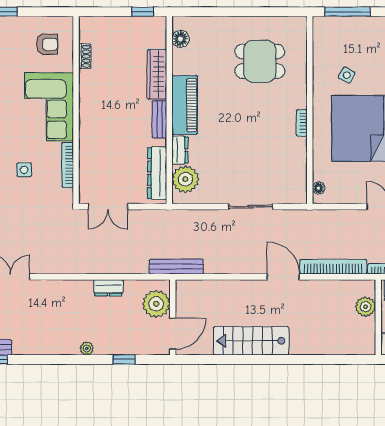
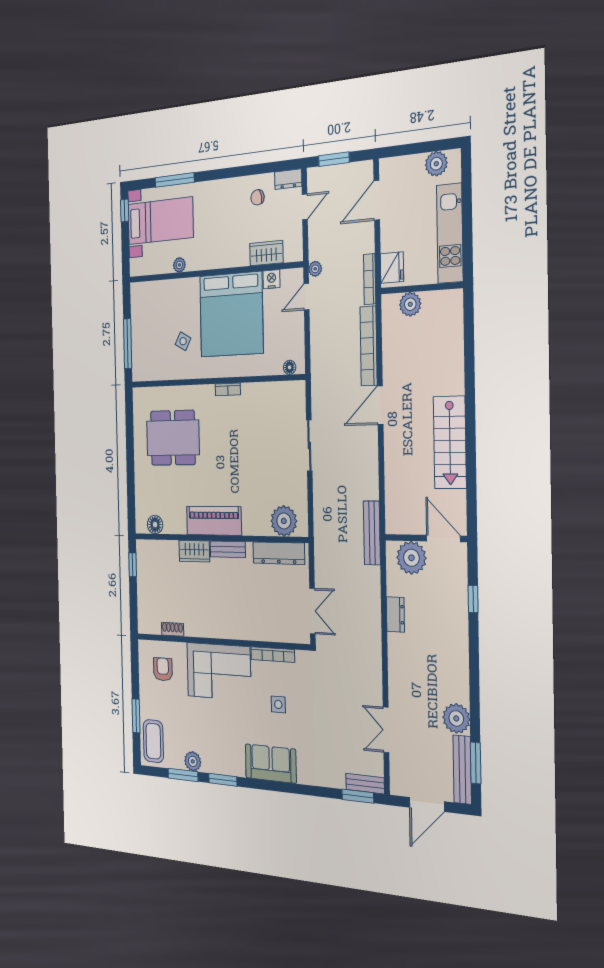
dining table: (260, 61) -> (173, 438), width x1.38
wardrobe: (157, 74) -> (194, 551), width x0.67
dresser: (180, 150) -> (256, 527), removed
plant: (87, 348) -> (456, 718), moved, width x1.87, depth x1.87

